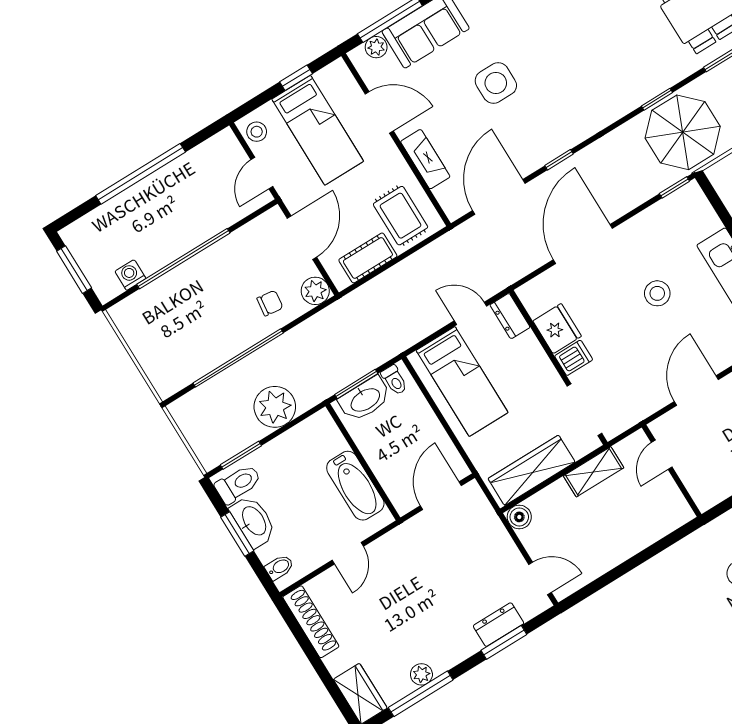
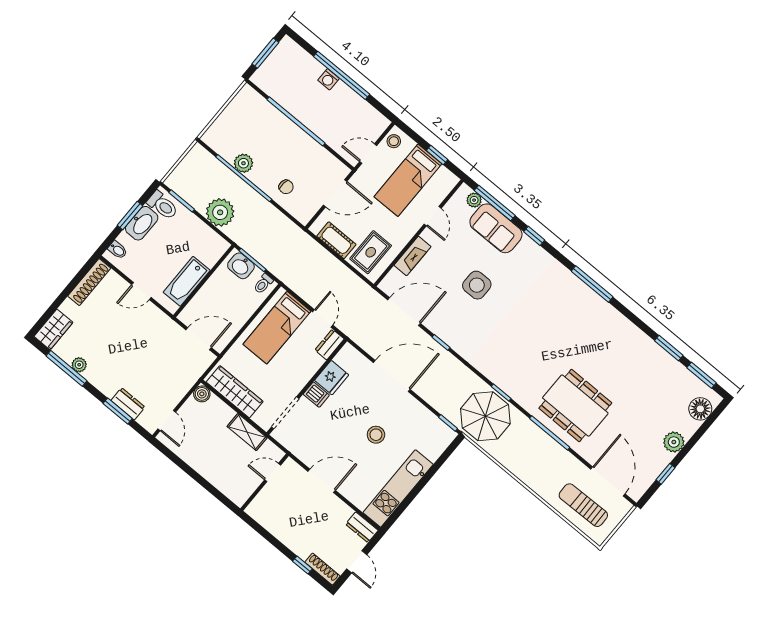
door: (379, 112) -> (433, 216), width x0.73
washing machine: (130, 275) -> (328, 79), moved, turned 180
plant: (315, 291) -> (243, 163), moved
washbasin: (365, 399) -> (241, 266), width x0.72

